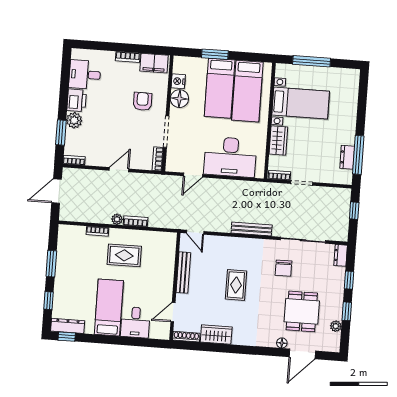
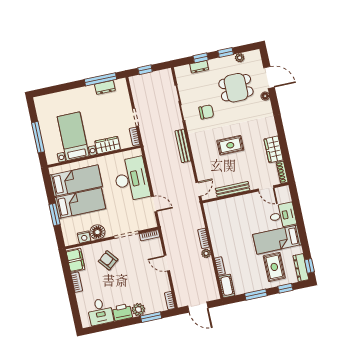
armchair: (143, 101) -> (108, 260), turned 51
cot: (72, 232) -> (227, 286), added
rug: (124, 255) -> (274, 267), moved
dresser: (341, 255) -> (199, 67), moved

